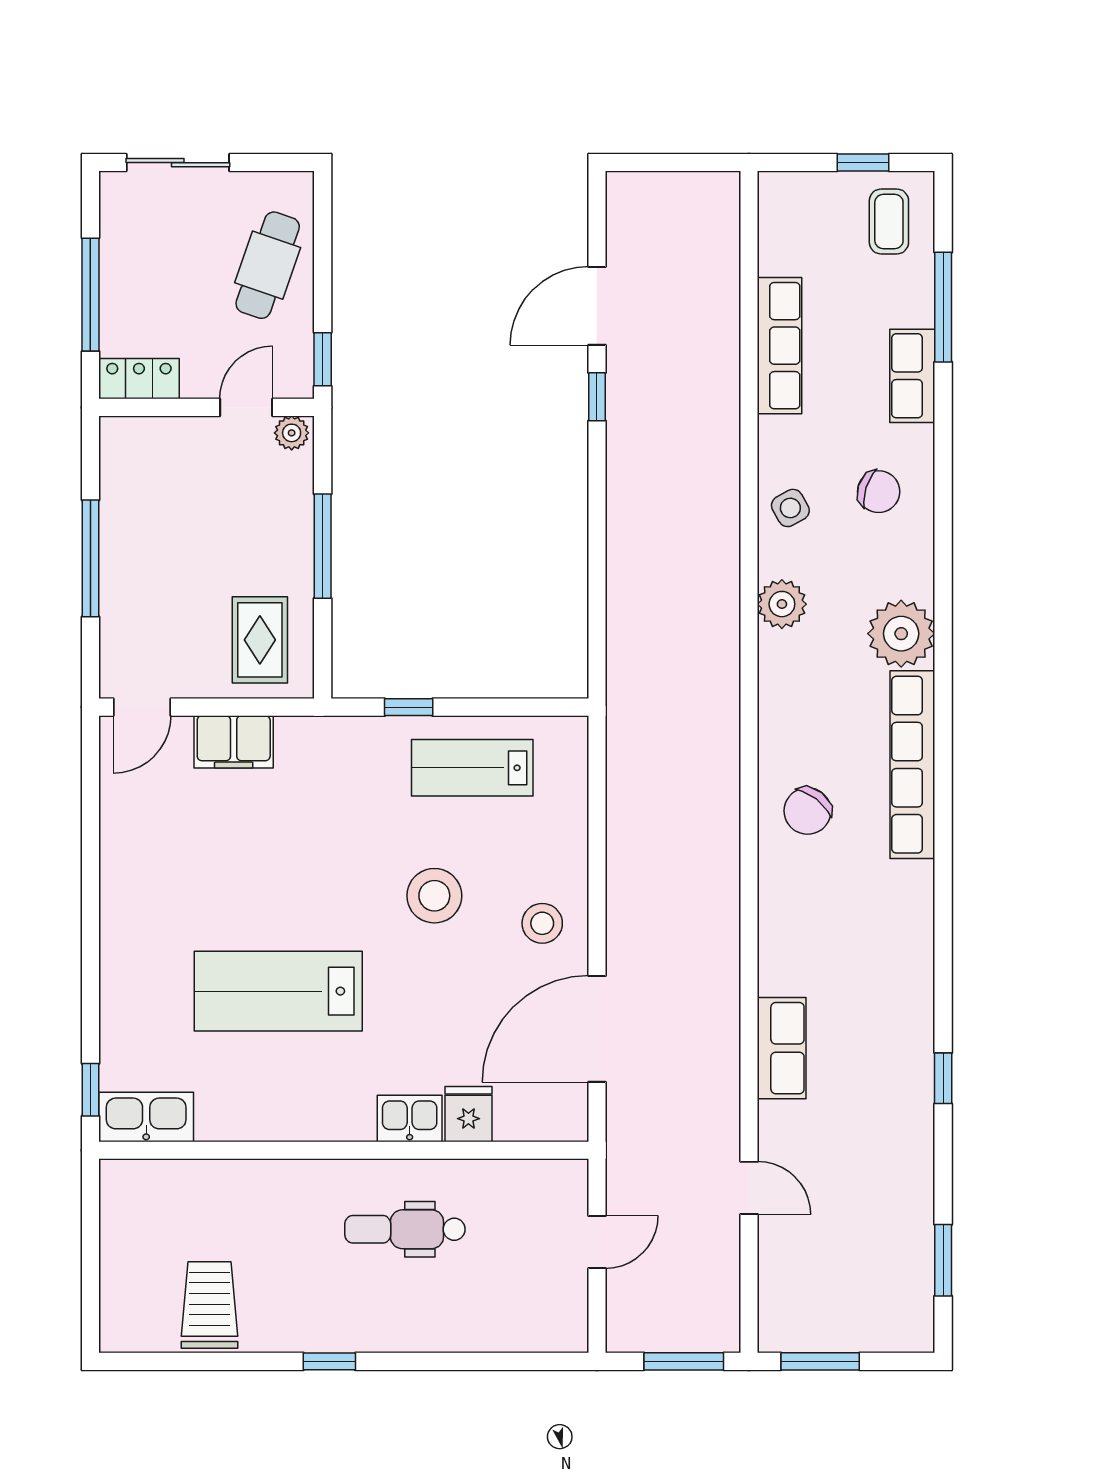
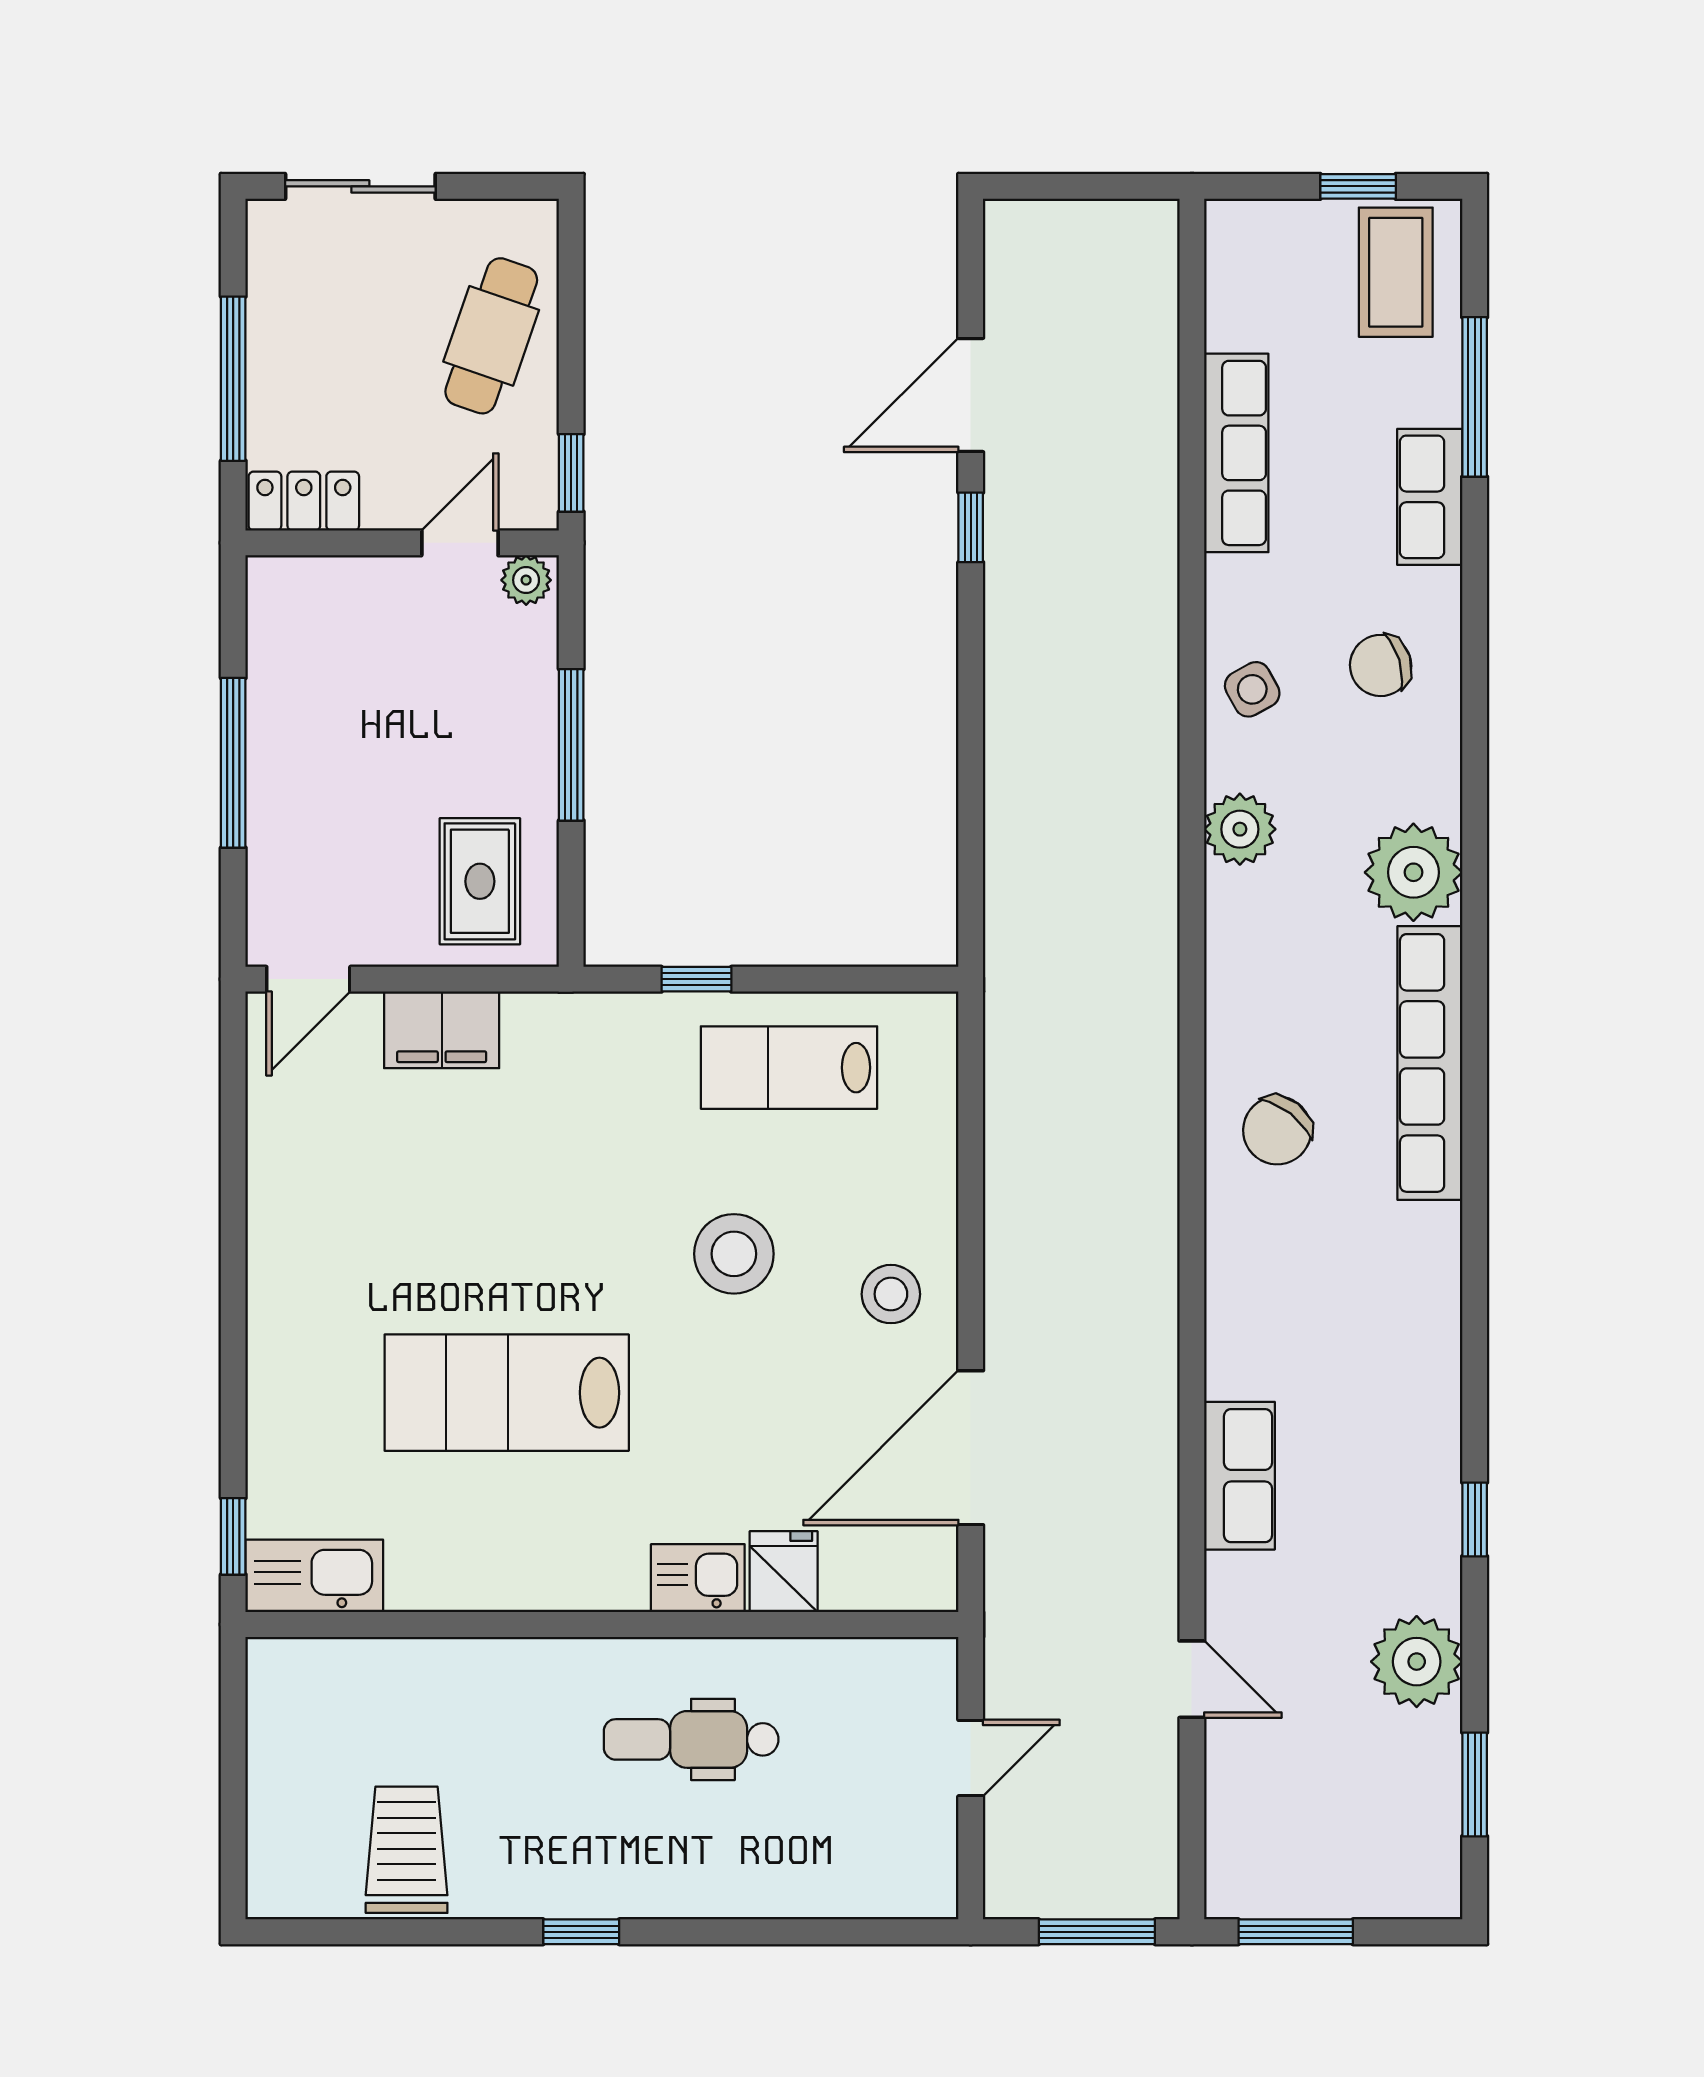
coffee table: (889, 221) -> (1396, 272), width x1.36, depth x1.30
chair: (879, 492) -> (1381, 665), turned 145
plant: (903, 1176) -> (1417, 1662), added

